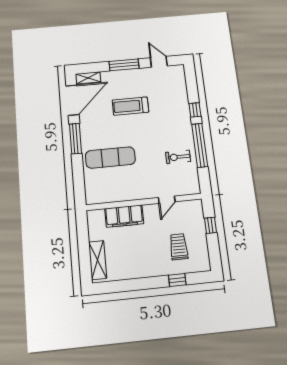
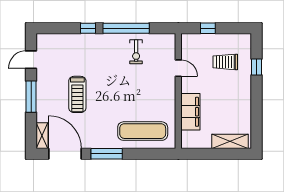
exercise mat: (110, 158) -> (143, 131), moved, turned 90

